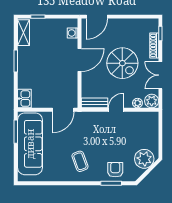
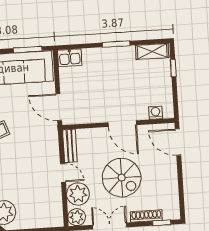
spiral stairs: (122, 63) -> (122, 178), turned -90
plant: (137, 103) -> (78, 194), width x1.87, depth x1.87

